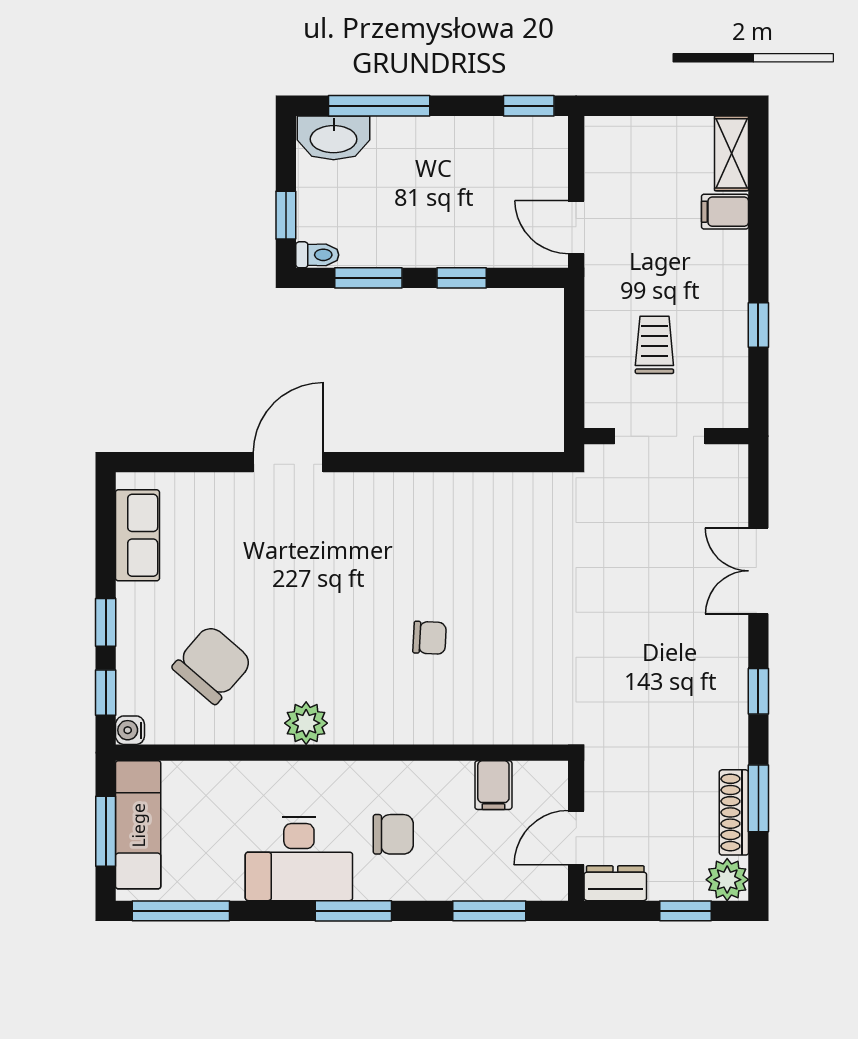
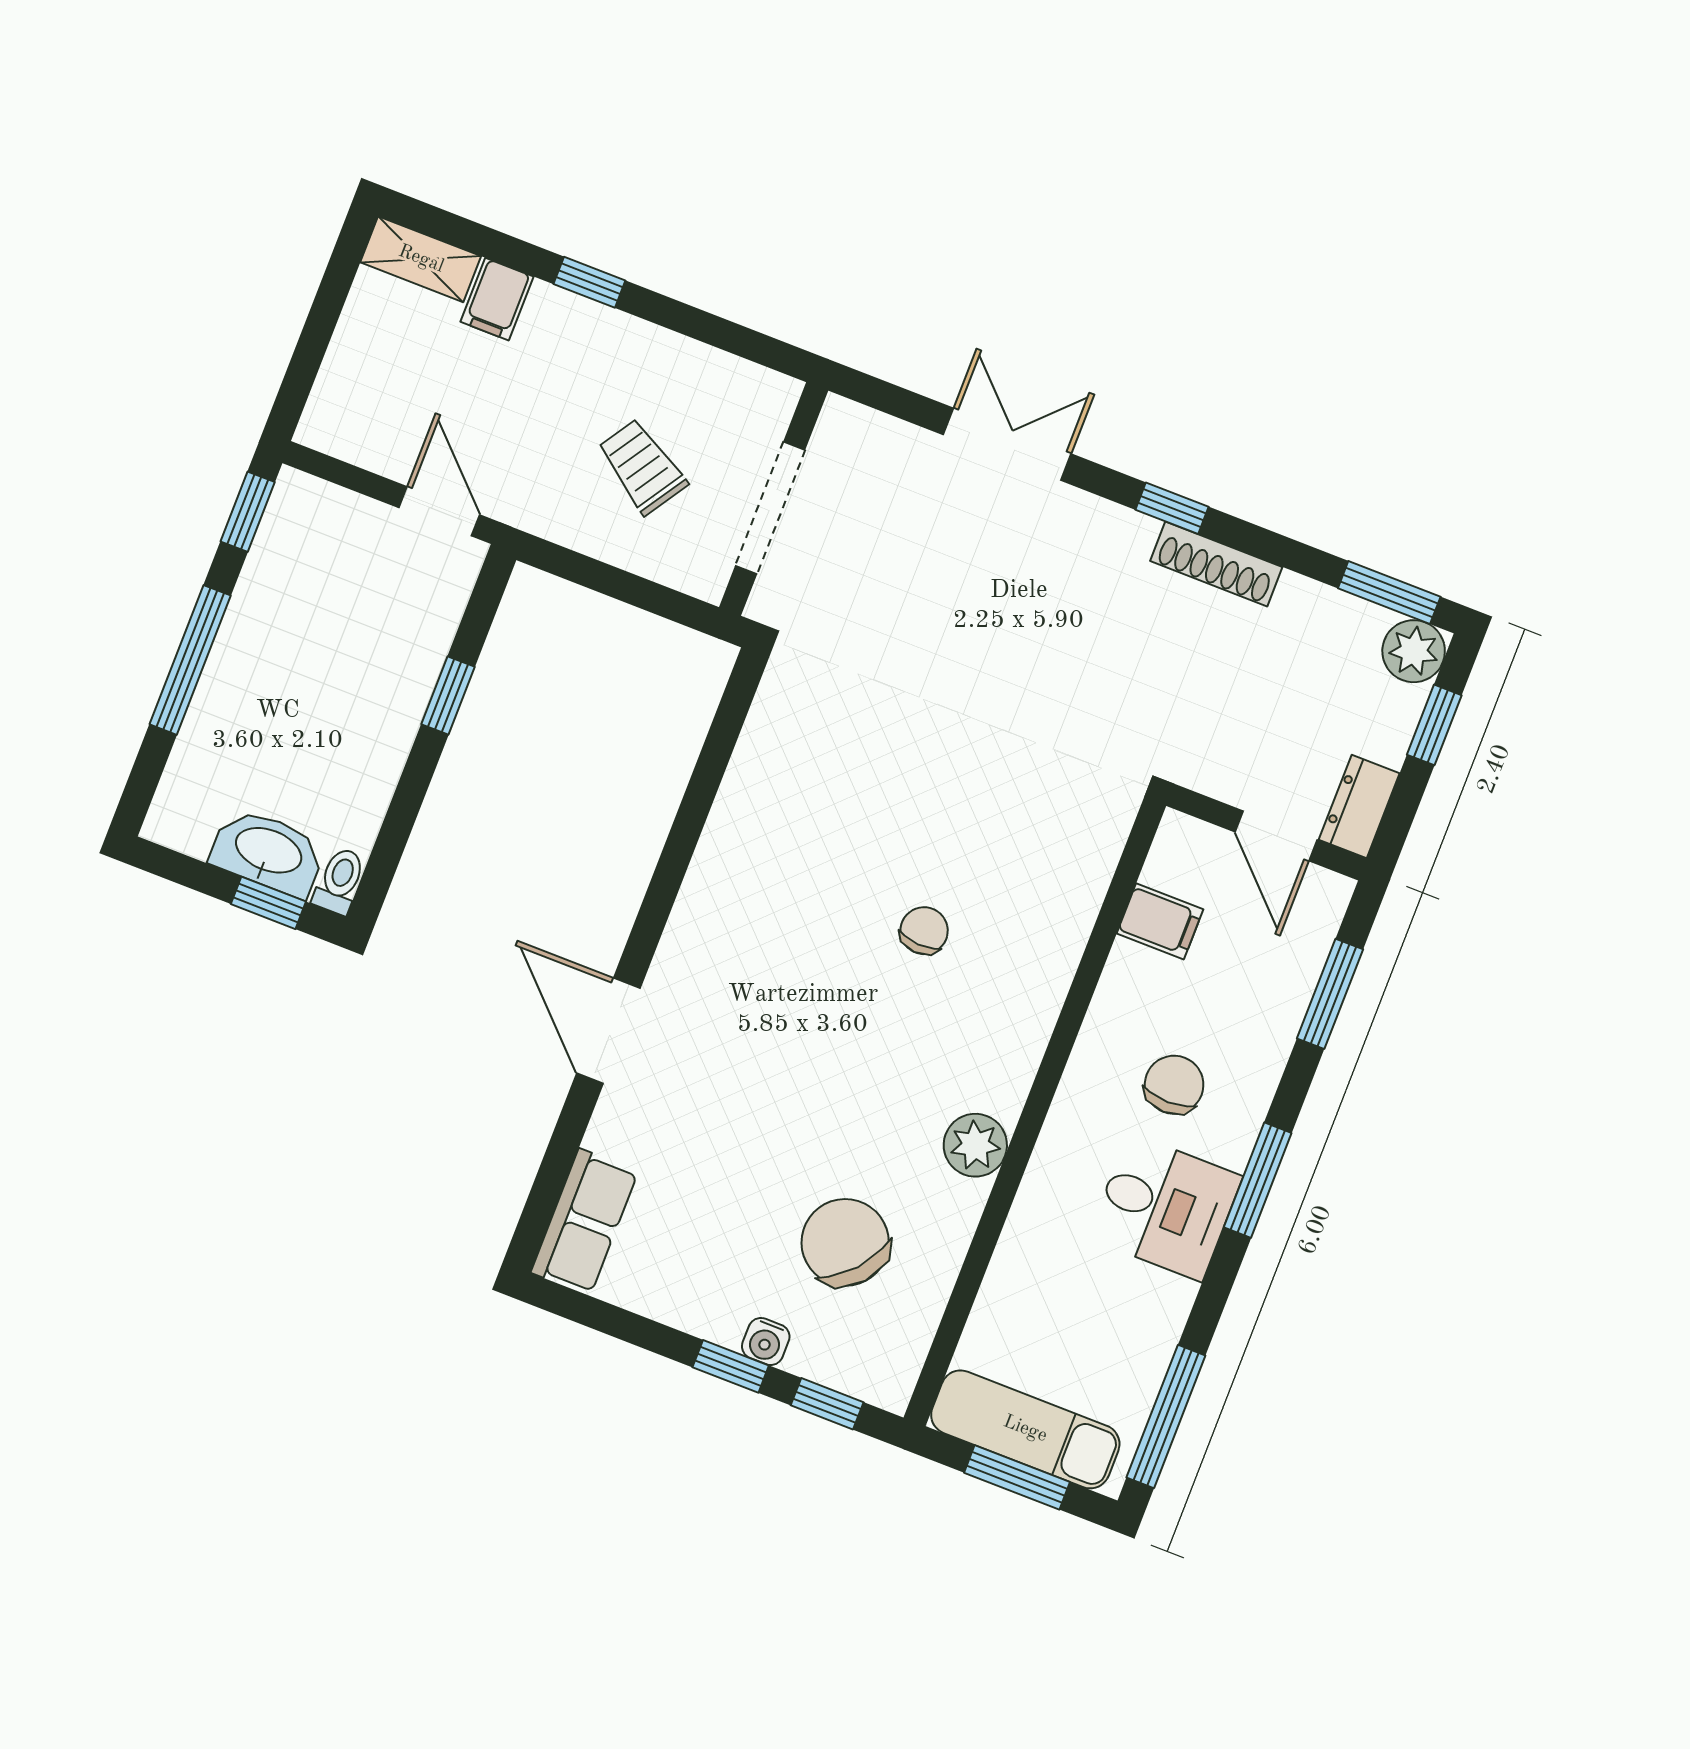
window: (379, 106) -> (190, 660), moved
washbasin: (334, 138) -> (268, 852), moved, turned -90
door: (576, 227) -> (439, 511), swing flipped
window: (368, 278) -> (398, 823), removed
window: (758, 325) -> (589, 282), moved
trolley: (654, 345) -> (642, 467), turned 33
row of seats: (137, 535) -> (584, 1222), moved, turned 90
double door: (758, 571) -> (1007, 444), swing flipped
water cooler: (130, 730) -> (766, 1341), moved
window: (758, 798) -> (1389, 592), moved
shoe rack: (734, 812) -> (1216, 564), moved
desk: (299, 859) -> (1165, 1207), width x0.73

